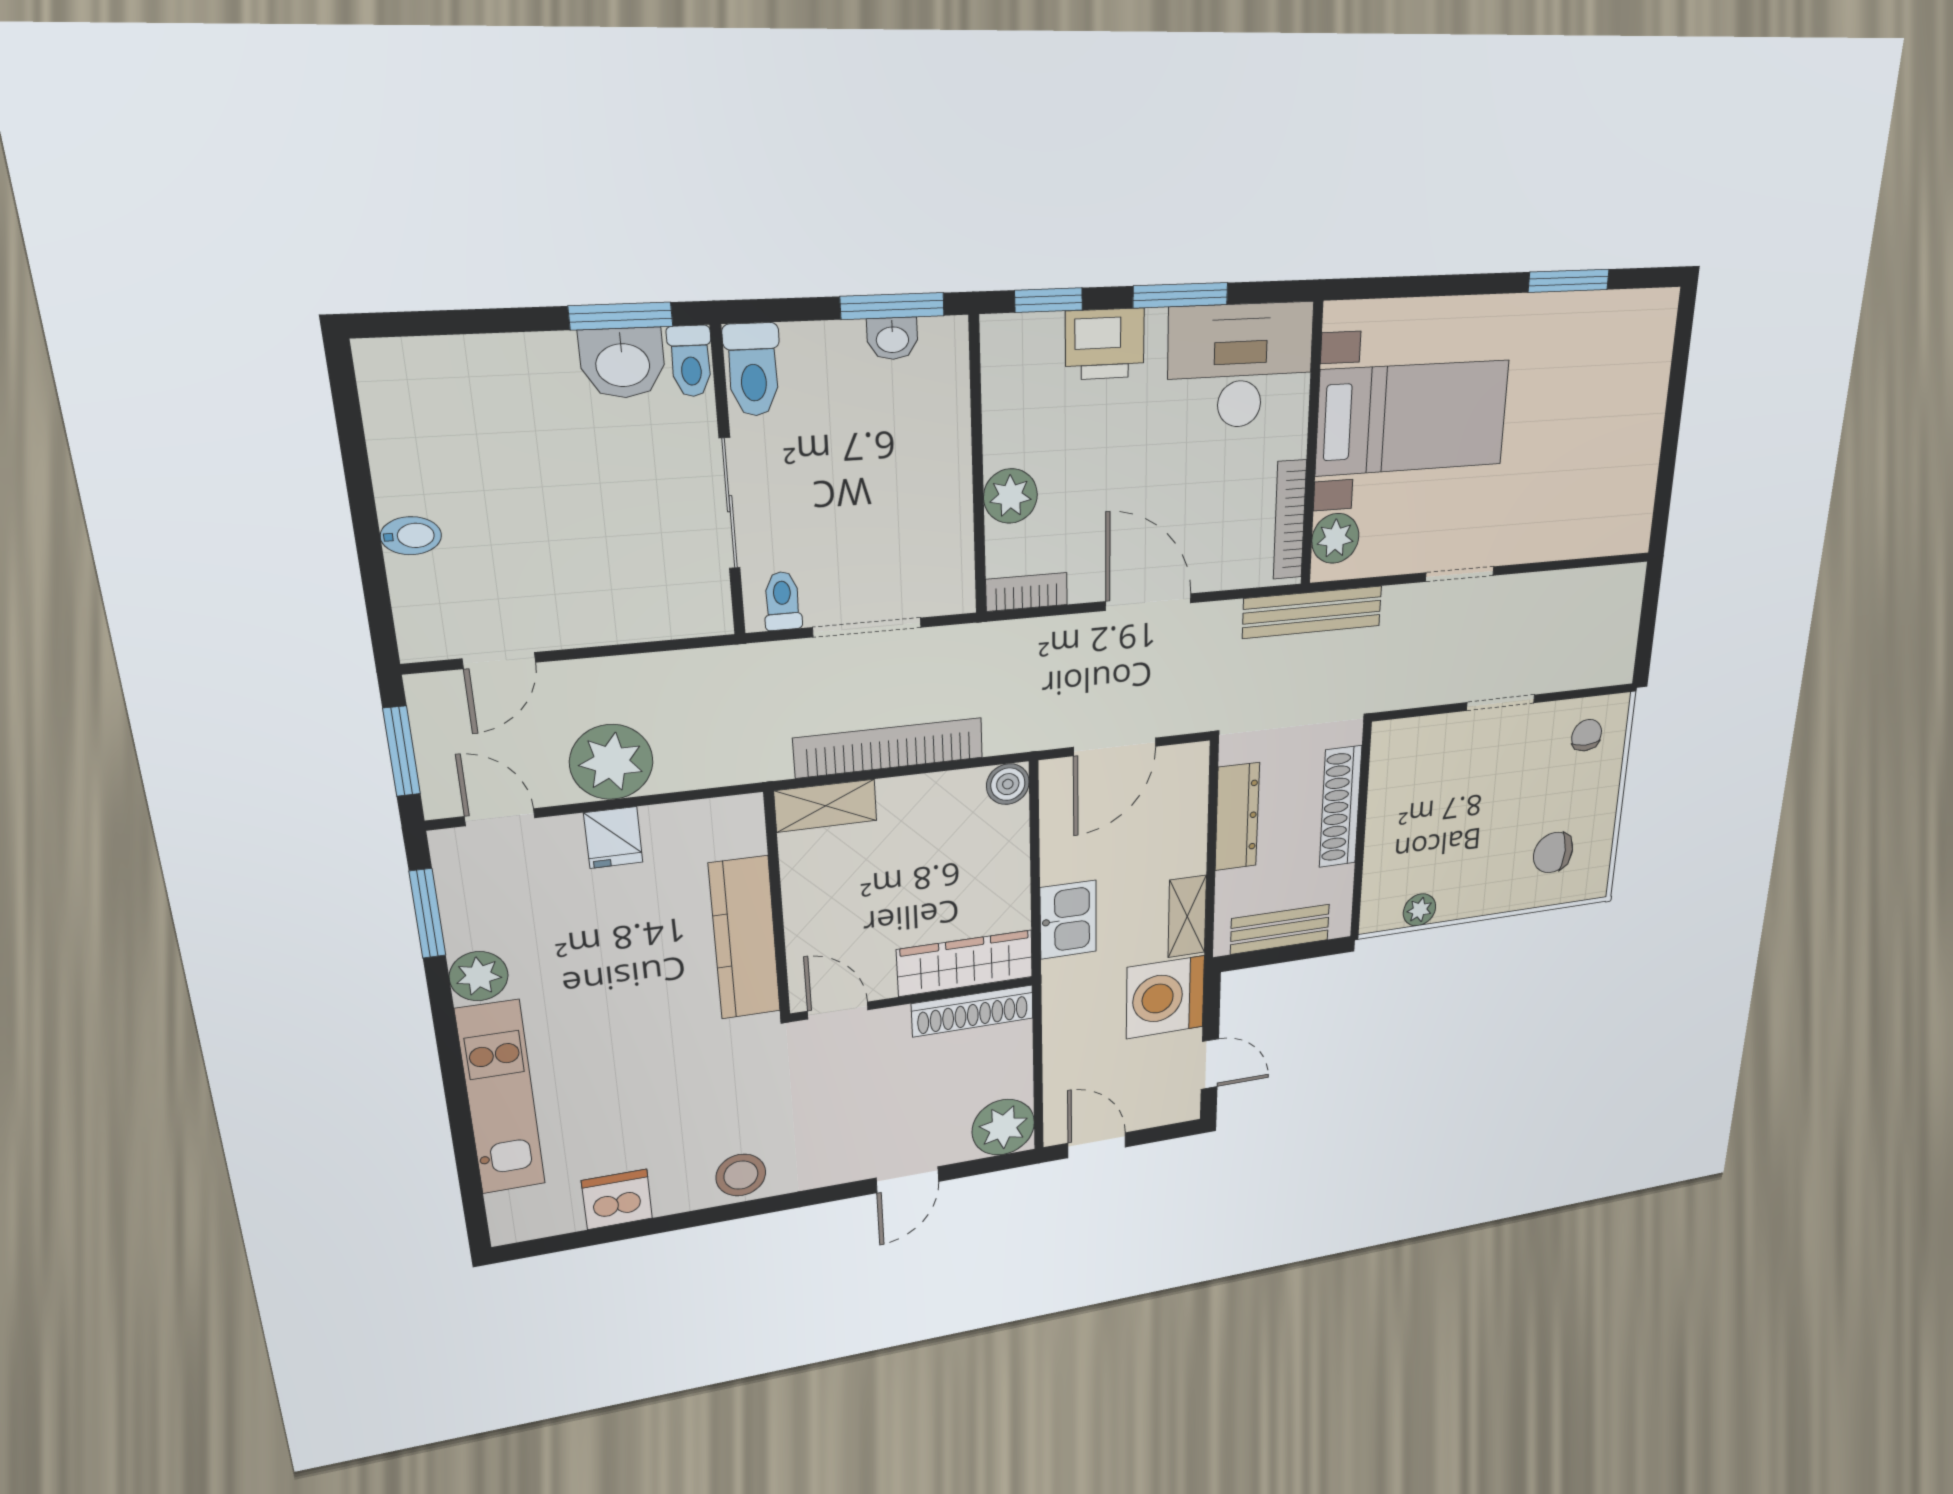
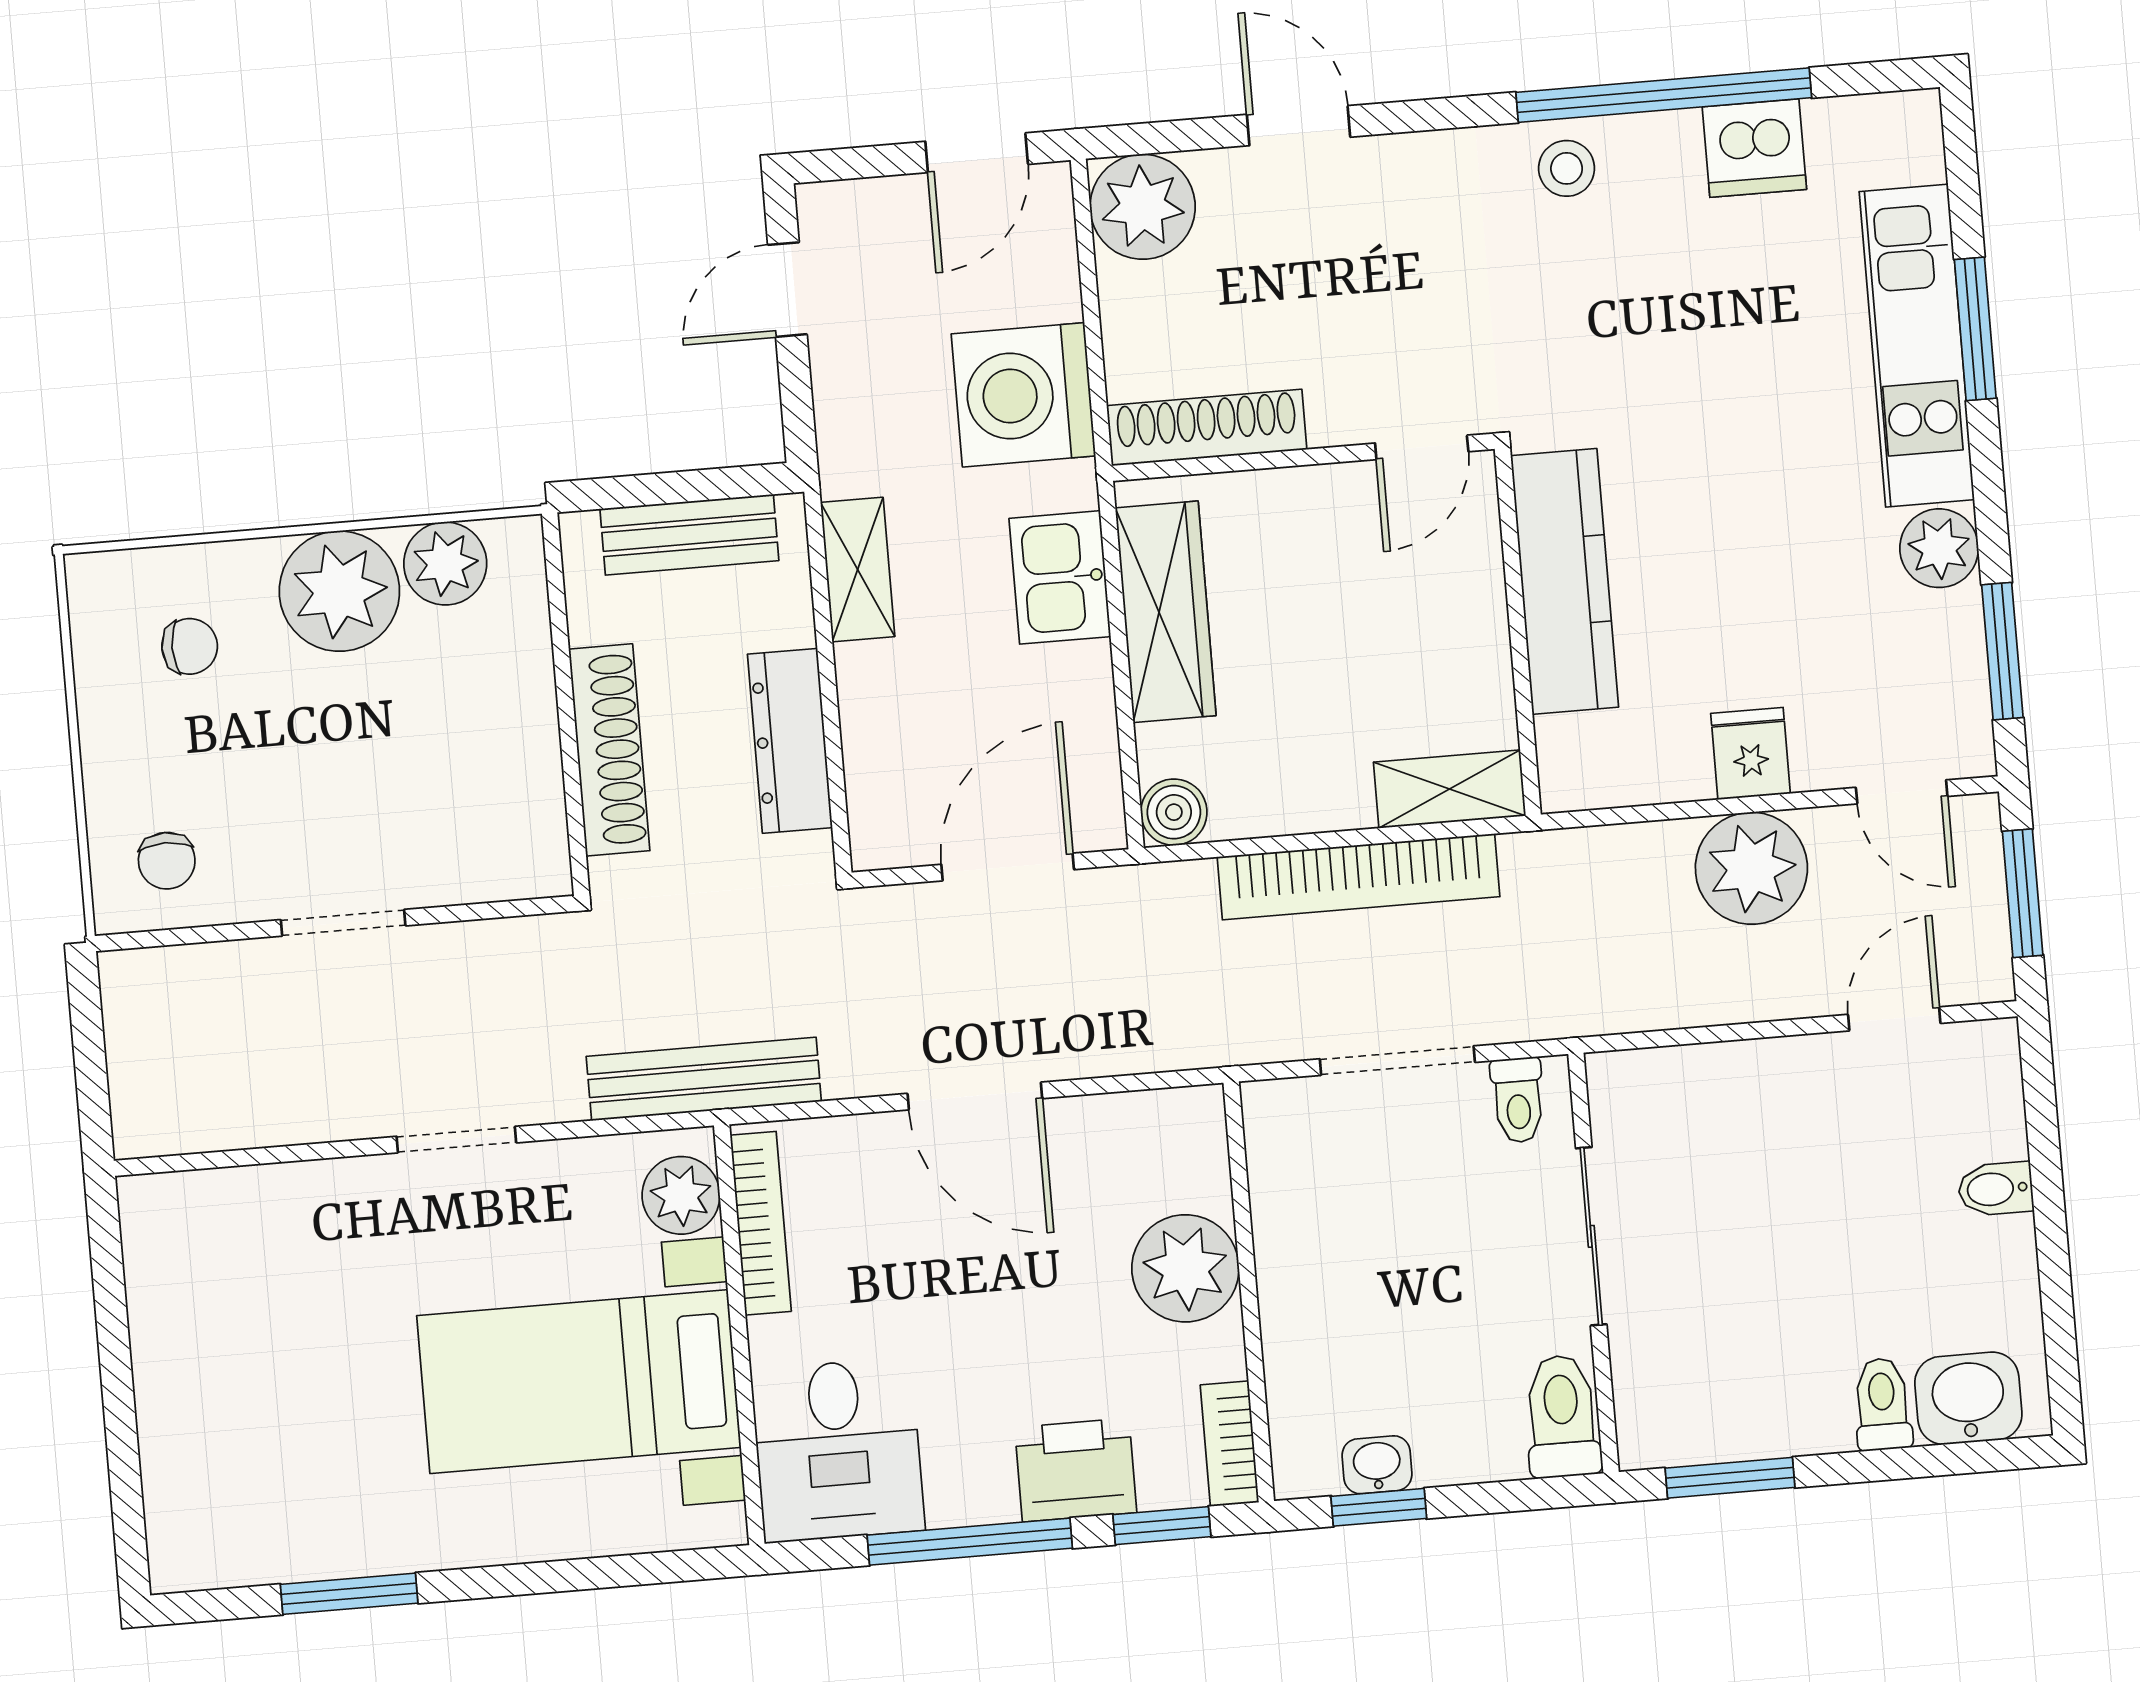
window: (1181, 295) -> (970, 1542), width x1.44
window: (892, 306) -> (1379, 1507), width x0.67
toilet: (691, 361) -> (1882, 1404), moved
washbasin: (623, 363) -> (1968, 1398), moved
desk: (1240, 366) -> (838, 1450), width x0.73
plant: (1010, 496) -> (1185, 1268), width x1.36, depth x1.36
bookcase: (1027, 592) -> (1230, 1444), moved, turned 90
chair: (1553, 853) -> (190, 646), width x0.73, depth x0.73
plant: (1471, 886) -> (339, 591), added
plant: (1419, 910) -> (445, 564), width x1.38, depth x1.38
wardrobe: (965, 963) -> (1166, 612), moved, turned -90
washing machine: (1165, 997) -> (1023, 395), moved, turned 180
door: (838, 1010) -> (1422, 447), hinge flipped
door: (1210, 1064) -> (787, 290), hinge flipped
window: (459, 1112) -> (1975, 329), added
door: (1097, 1145) -> (977, 153), hinge flipped
stool: (741, 1175) -> (1567, 168), width x0.73, depth x0.73
door: (908, 1180) -> (1299, 126), hinge flipped
window: (678, 1222) -> (1664, 95), added

